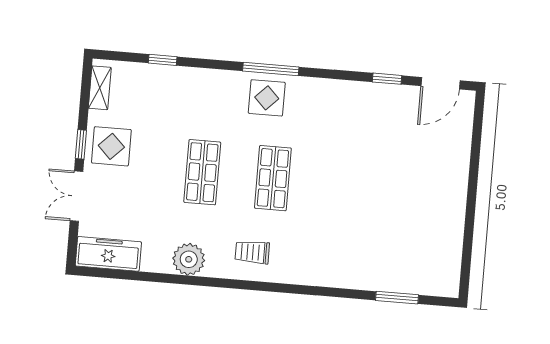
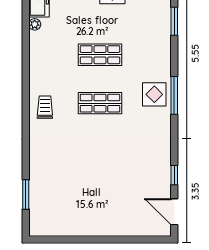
window: (163, 60) -> (174, 21), width x1.50
trolley: (252, 252) -> (45, 107), moved
plant: (189, 259) -> (35, 24), moved, width x0.53, depth x0.53

